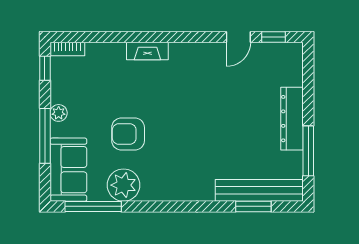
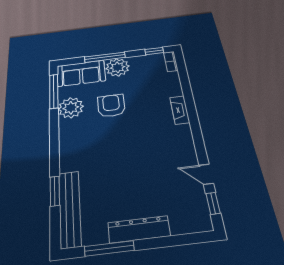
plant: (59, 113) -> (118, 67), width x1.87, depth x1.87
window: (253, 206) -> (55, 191), moved

